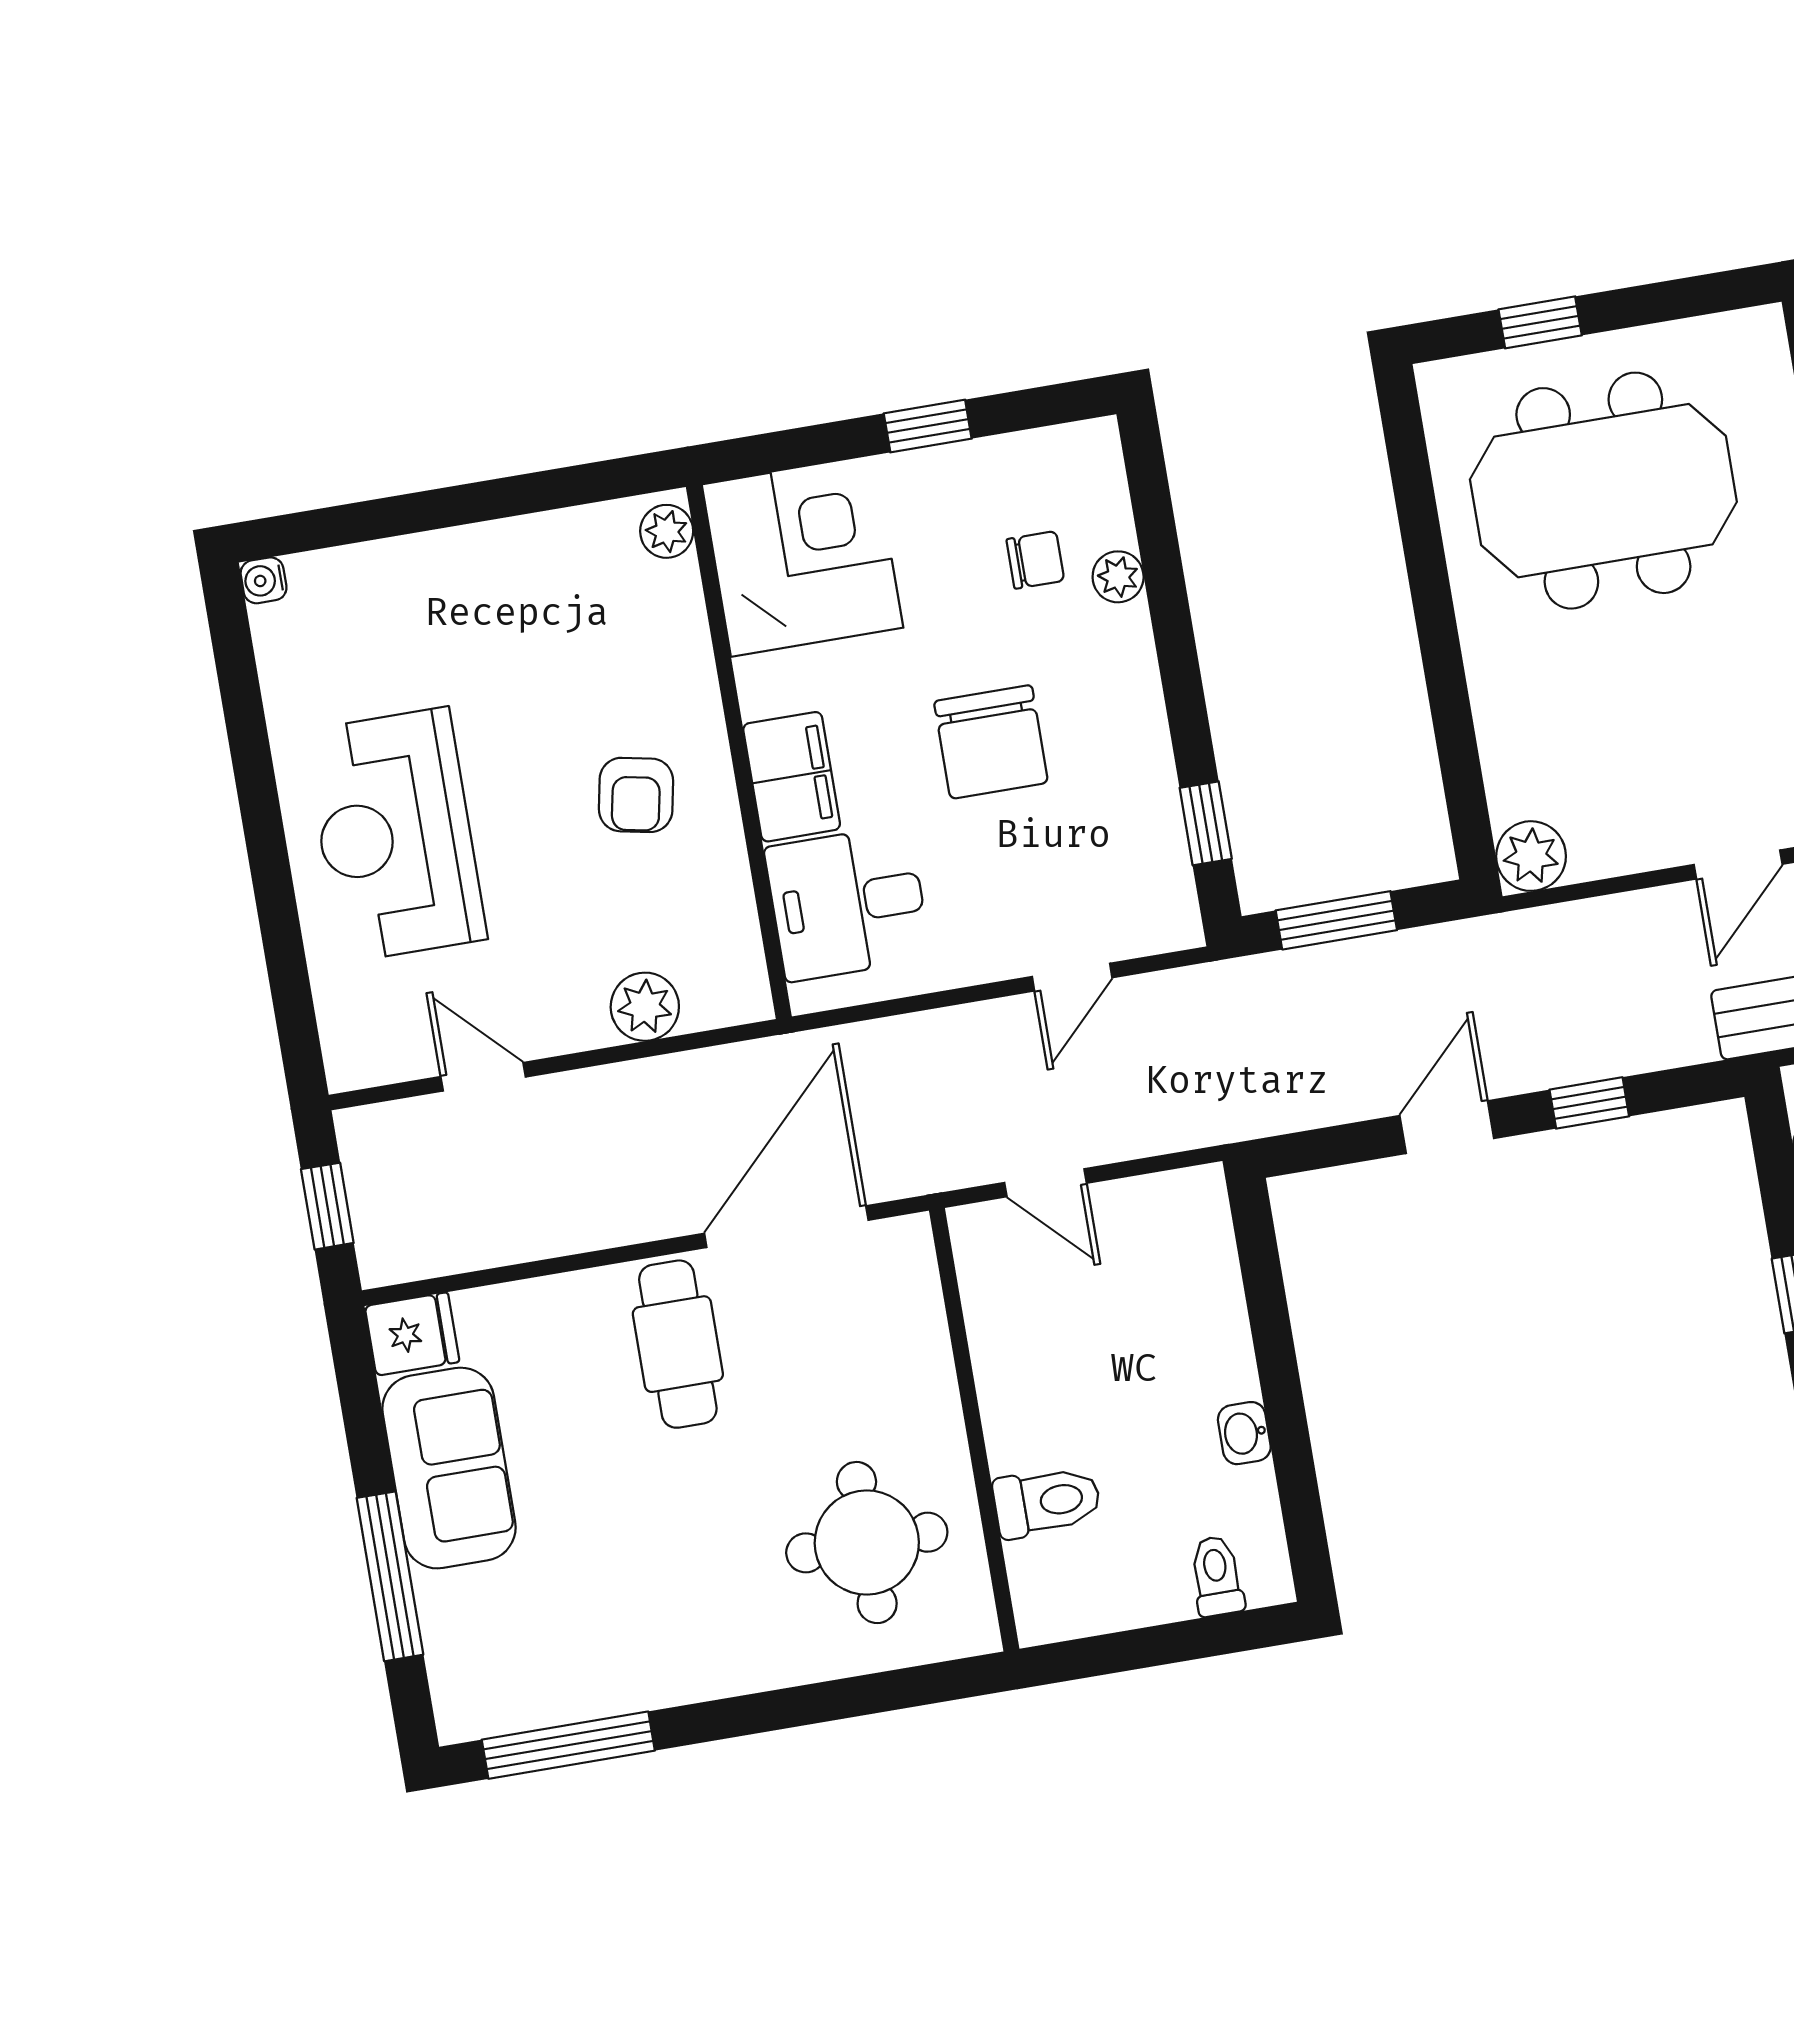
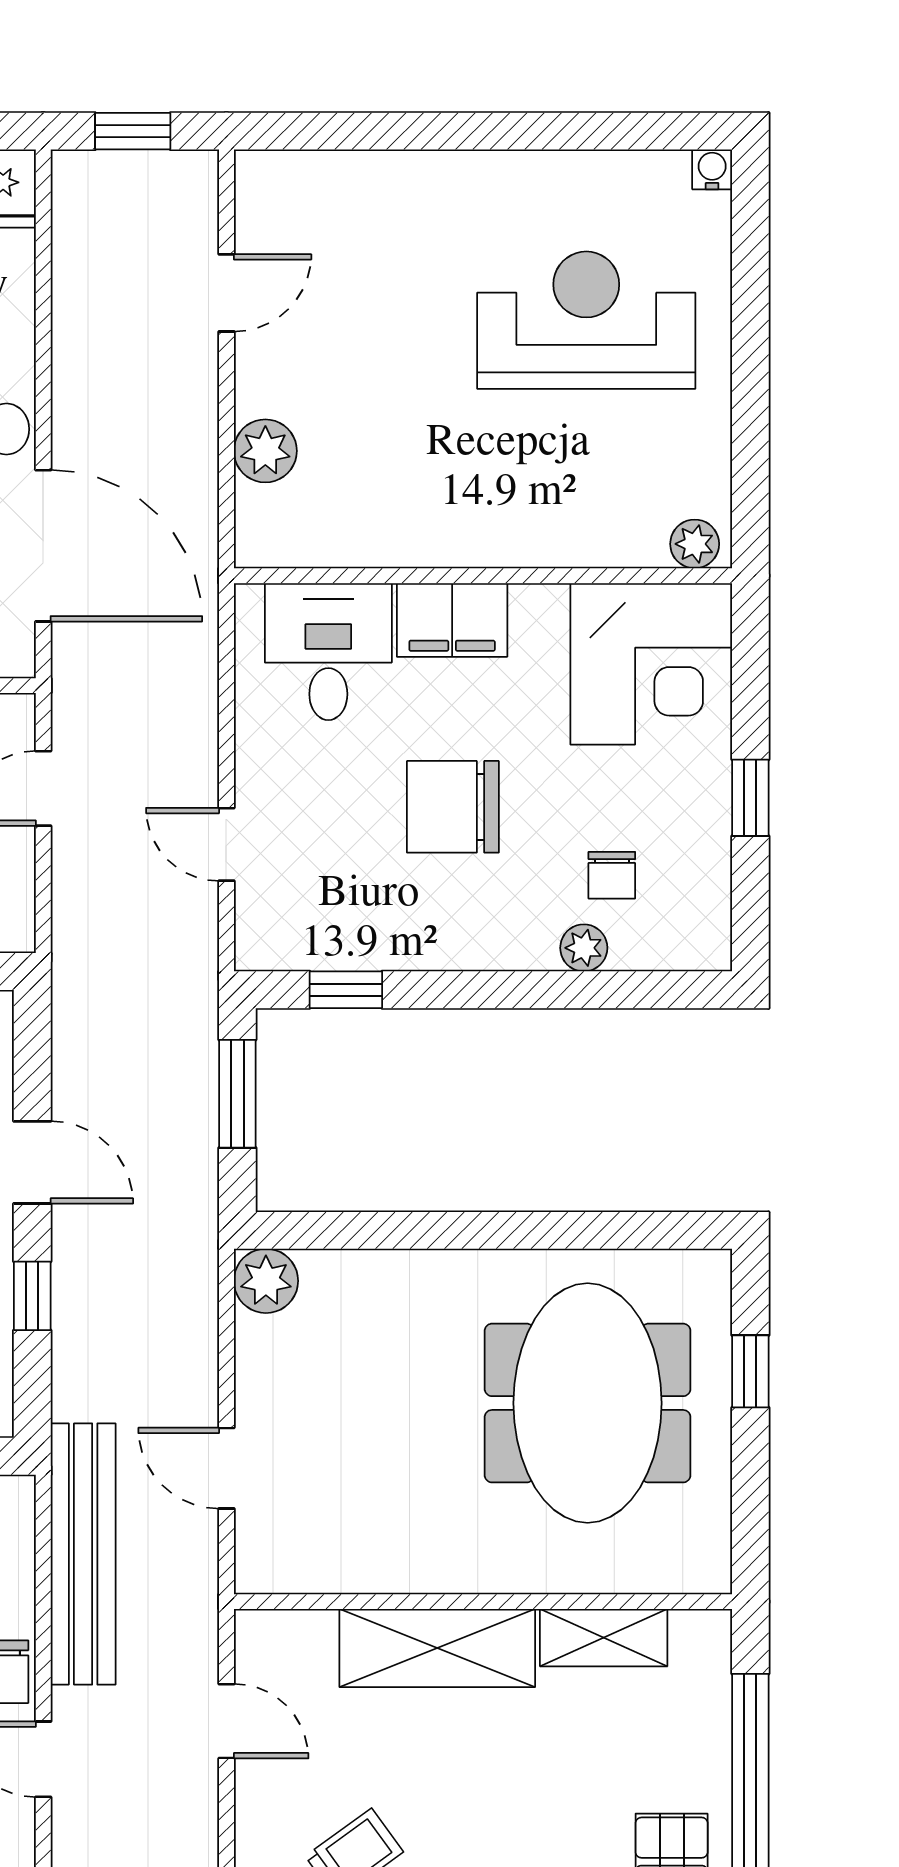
armchair: (636, 795) -> (459, 475), removed
reception desk: (395, 835) -> (586, 320), moved

